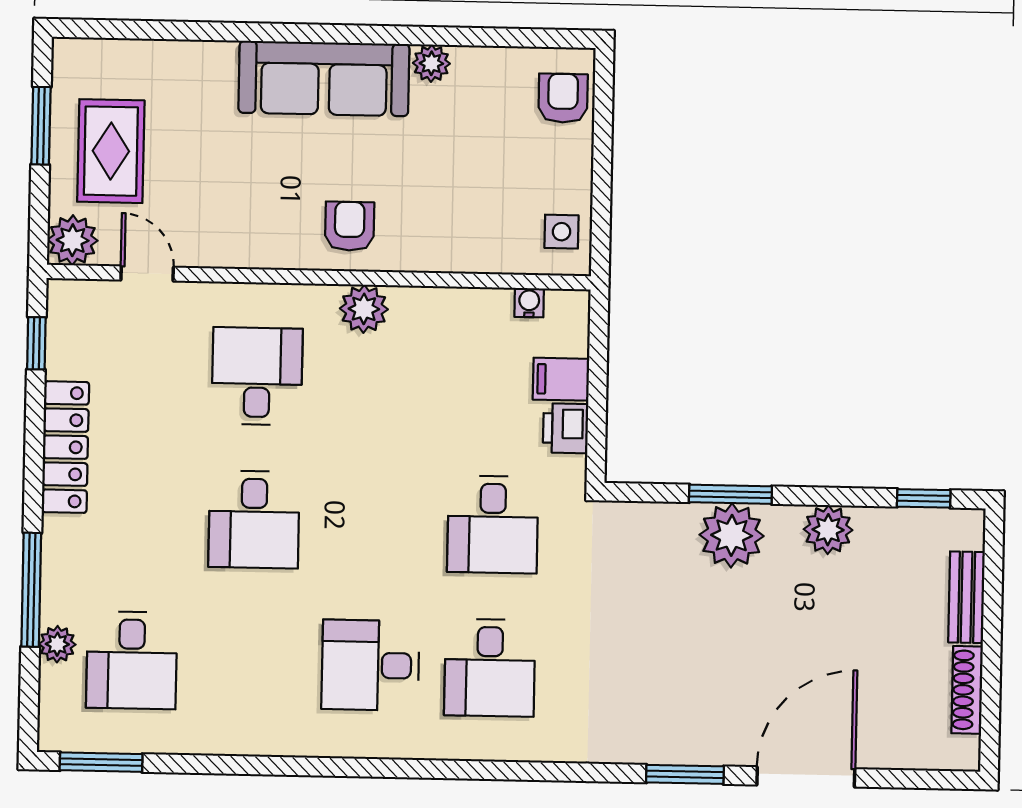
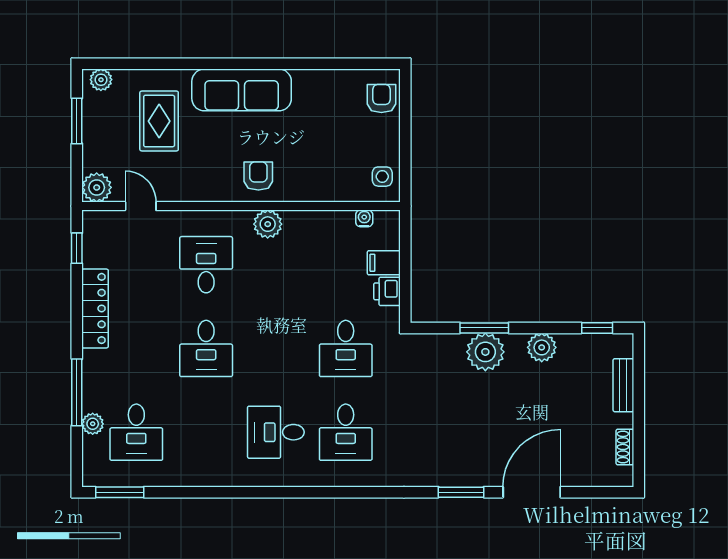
plant: (431, 63) -> (101, 80), moved
rug: (111, 151) -> (159, 121), moved
shoe rack: (967, 690) -> (625, 447), width x0.70

